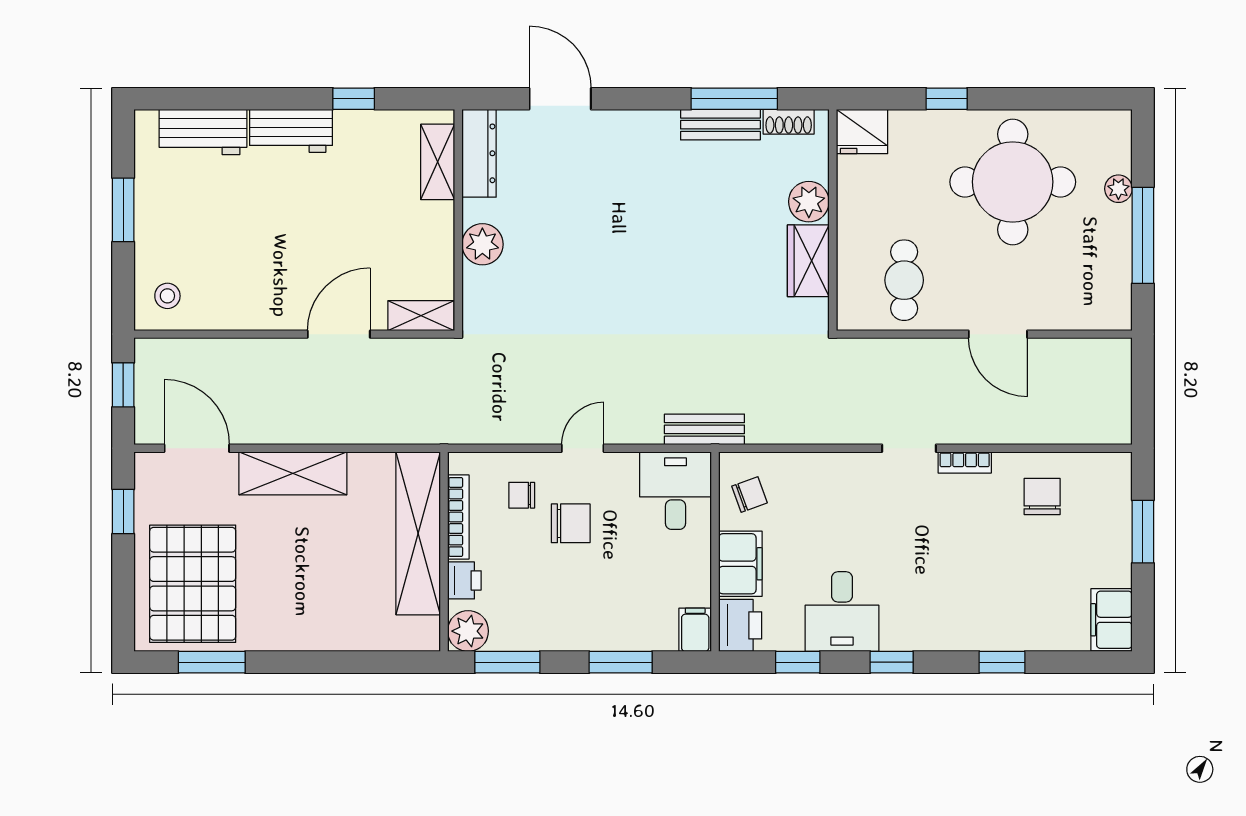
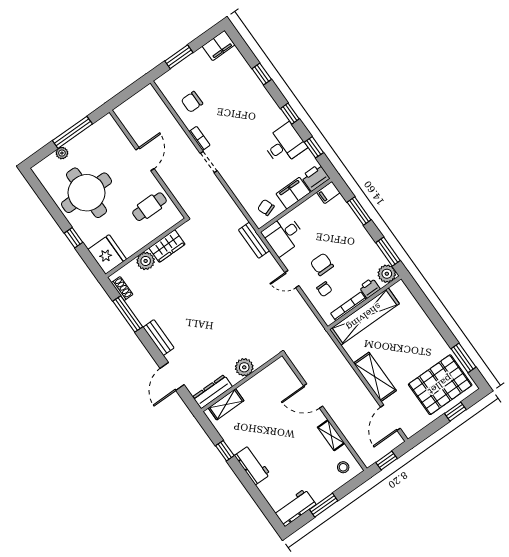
bench: (720, 125) -> (158, 338), moved
workbench: (203, 132) -> (295, 508), moved, turned -90
fridge: (862, 132) -> (107, 254), width x1.36, depth x1.34
shelving: (421, 316) -> (331, 435), moved
window: (123, 511) -> (455, 412), moved

